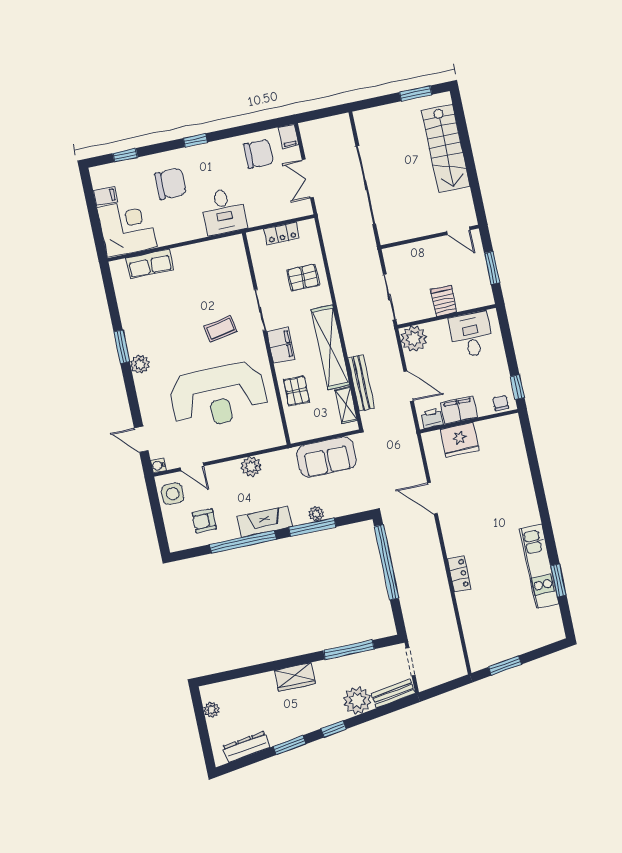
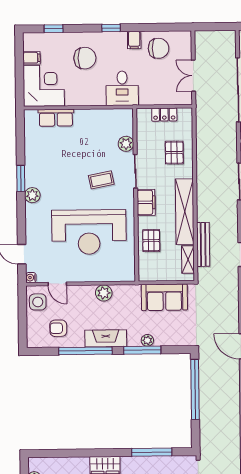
filing cabinet: (289, 136) -> (134, 40), moved
pallet: (303, 277) -> (174, 153), turned 90
plant: (242, 279) -> (126, 144), added

